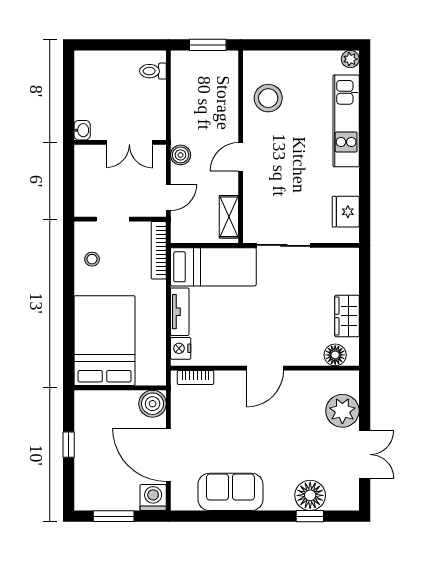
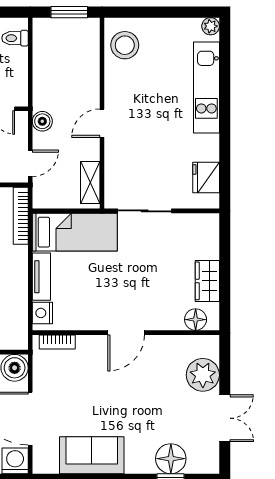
stool: (268, 98) -> (125, 45), moved

